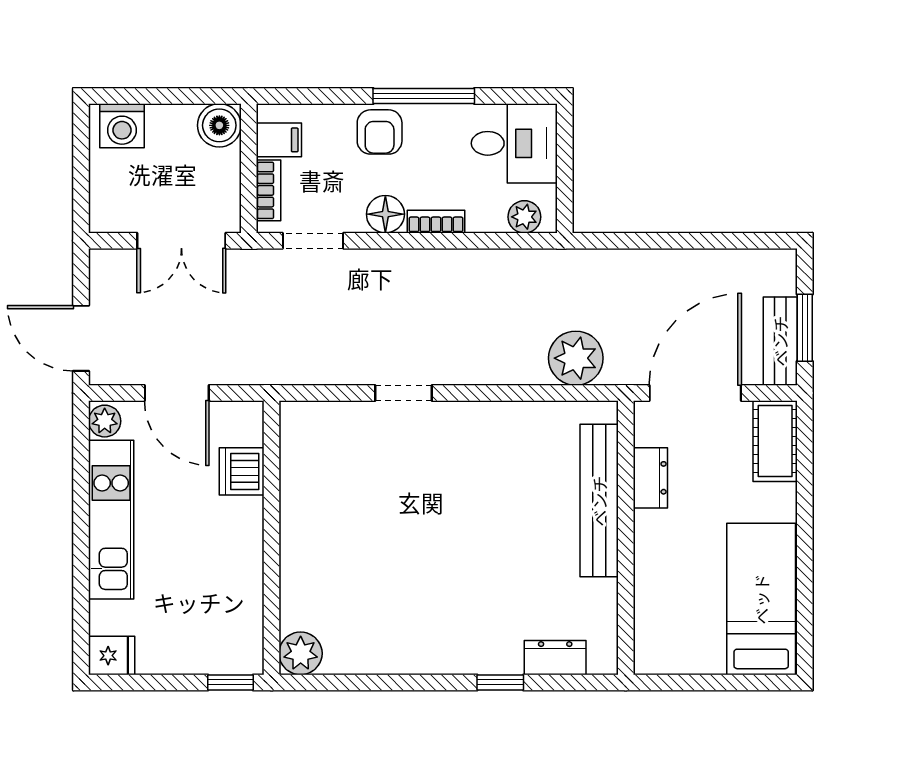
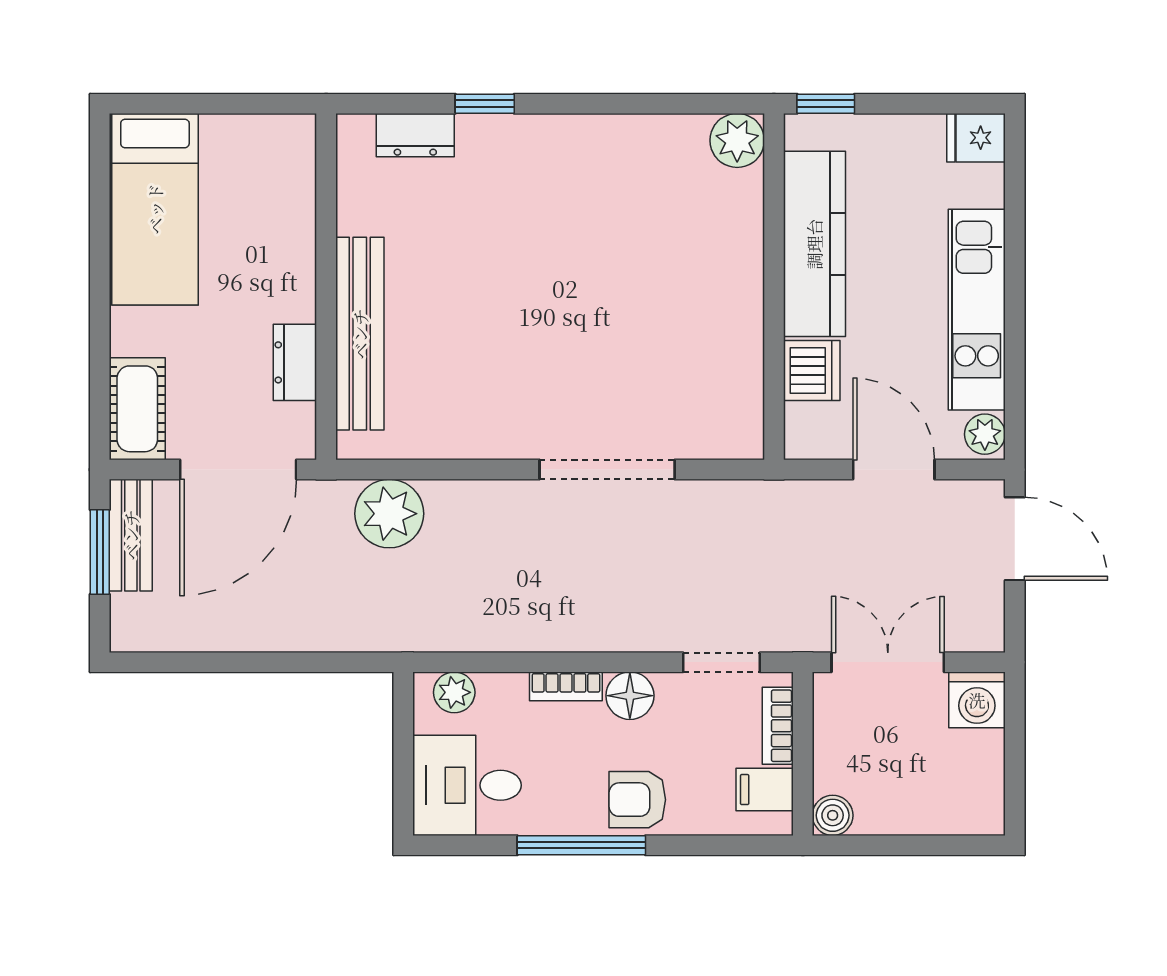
boiler: (219, 125) -> (833, 815), width x0.73, depth x0.73
washing machine: (122, 126) -> (977, 700), moved, turned 180
armchair: (380, 132) -> (637, 800), turned -90
doorway: (404, 393) -> (607, 470), width x1.87
kitchen counter: (239, 572) -> (814, 244), added

